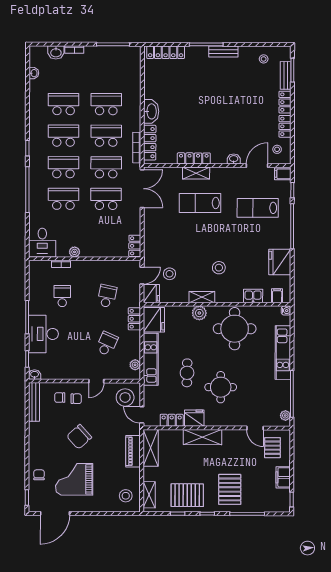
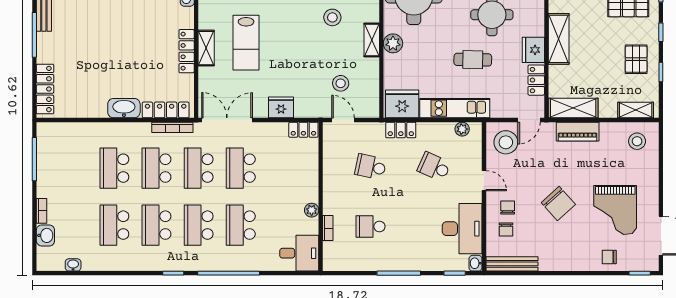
fridge: (151, 294) -> (281, 107), moved
desk: (43, 334) -> (462, 229), moved, turned -90
pallet: (187, 495) -> (636, 59), width x0.67, depth x0.71

